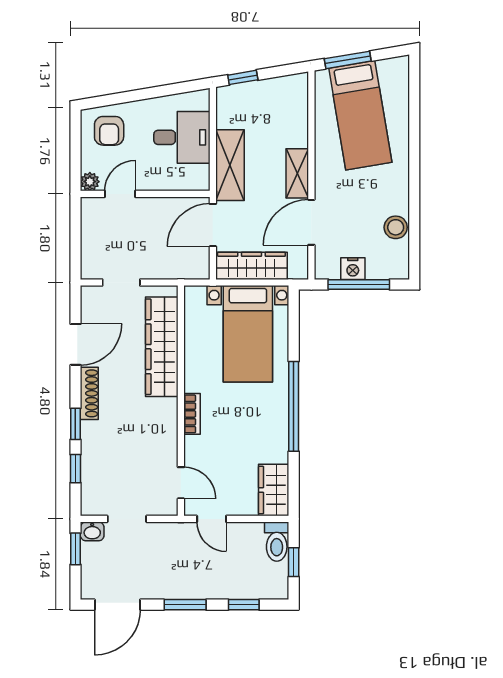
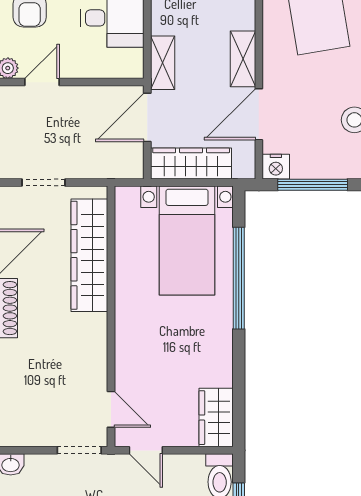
shelving: (230, 165) -> (163, 63), width x0.67, depth x0.75
nightstand: (353, 269) -> (276, 167), moved
window: (294, 406) -> (239, 278), moved
bookcase: (192, 414) -> (124, 331), removed
doorway: (127, 519) -> (79, 450), moved

